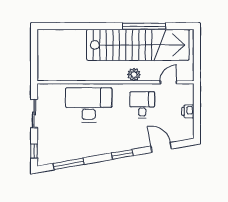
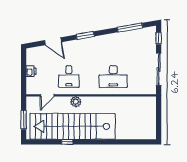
window: (144, 26) -> (67, 142), width x0.32
window: (197, 53) -> (24, 120), added
desk: (89, 105) -> (113, 77), width x0.73, depth x0.77
sliding door: (34, 114) -> (159, 69), width x1.37

